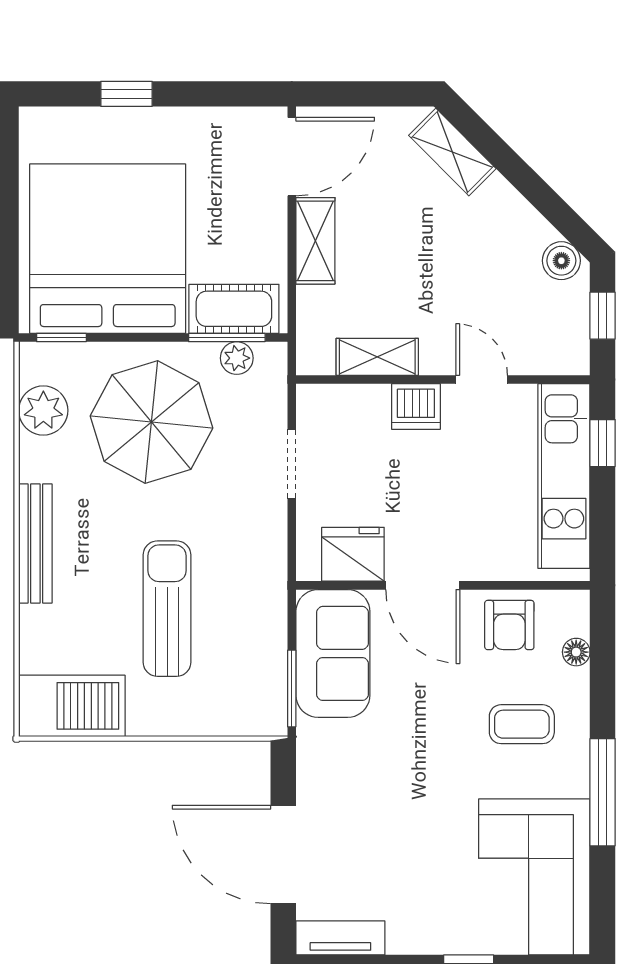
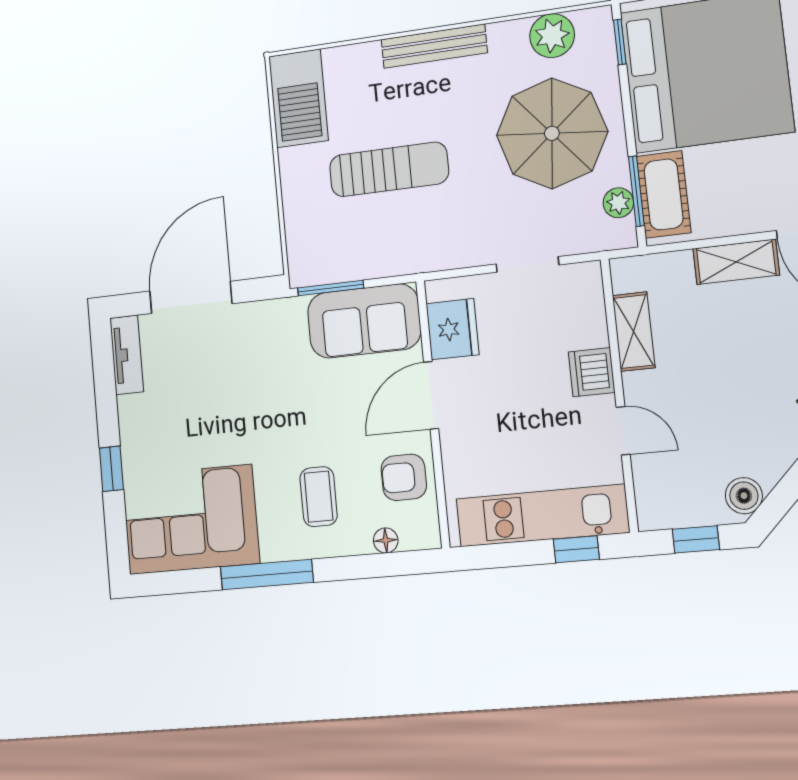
door: (482, 380) -> (623, 431), hinge flipped

